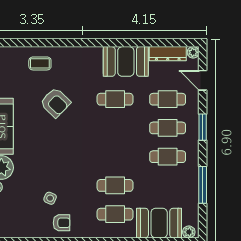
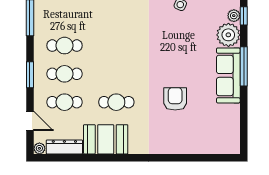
coffee table: (40, 63) -> (190, 137), removed
armchair: (55, 103) -> (175, 99), turned 46
cafe table: (115, 185) -> (116, 17), removed

